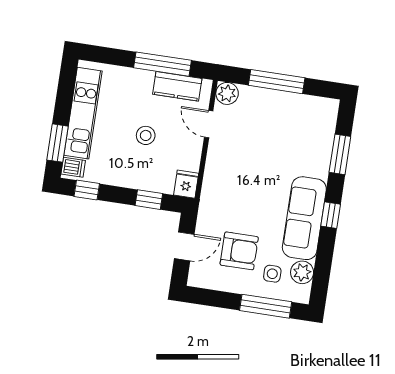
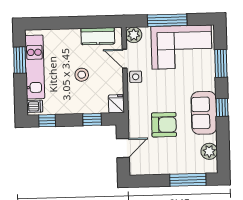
window: (163, 64) -> (85, 22), removed
corner sofa: (290, 122) -> (182, 47), added
window: (57, 143) -> (20, 60), moved
sofa: (304, 218) -> (204, 113), width x0.73
armchair: (239, 251) -> (164, 125), moved
side table: (272, 274) -> (136, 77), moved

